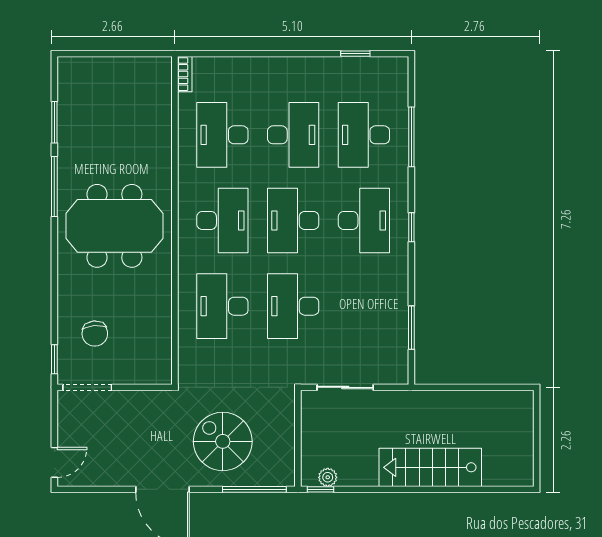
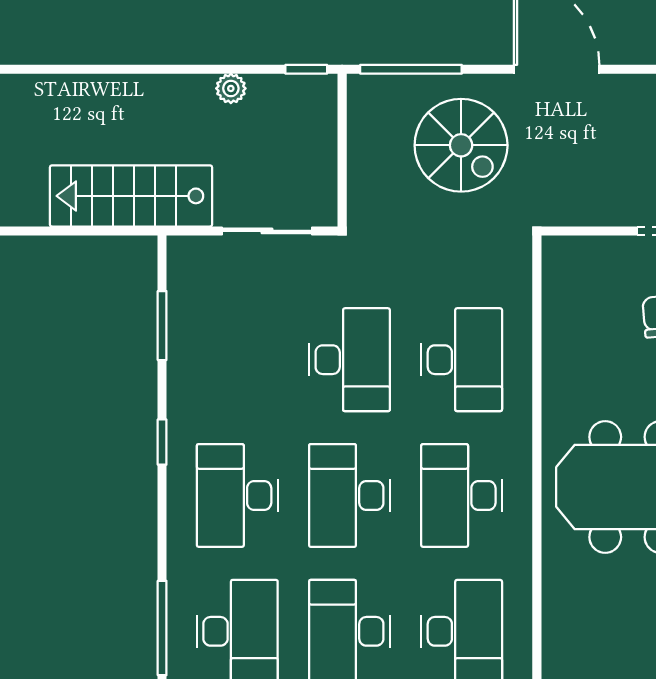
desk: (293, 220) -> (349, 496), turned 180
window: (411, 227) -> (162, 442), moved
stairs: (430, 467) -> (131, 196), moved, turned 180
plant: (328, 477) -> (231, 88), moved

